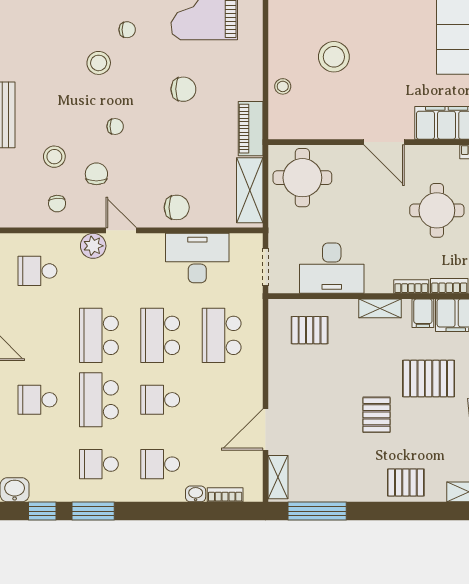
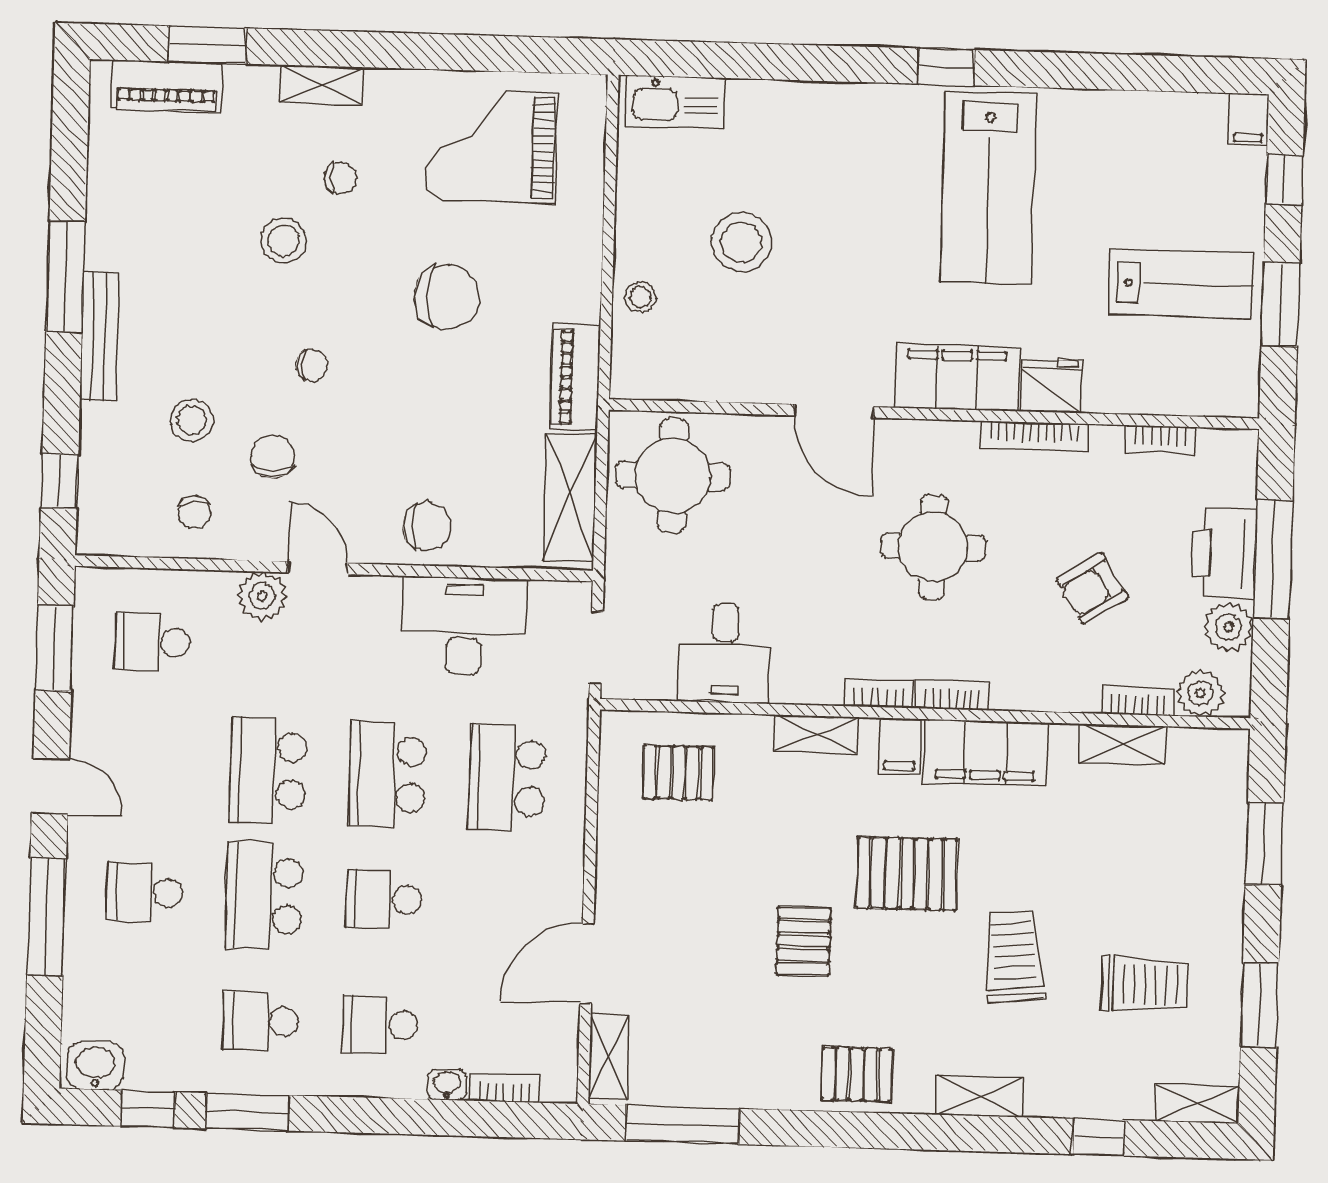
chair: (183, 89) -> (447, 297), width x1.37, depth x1.37
desk: (332, 268) -> (725, 653), width x0.73

